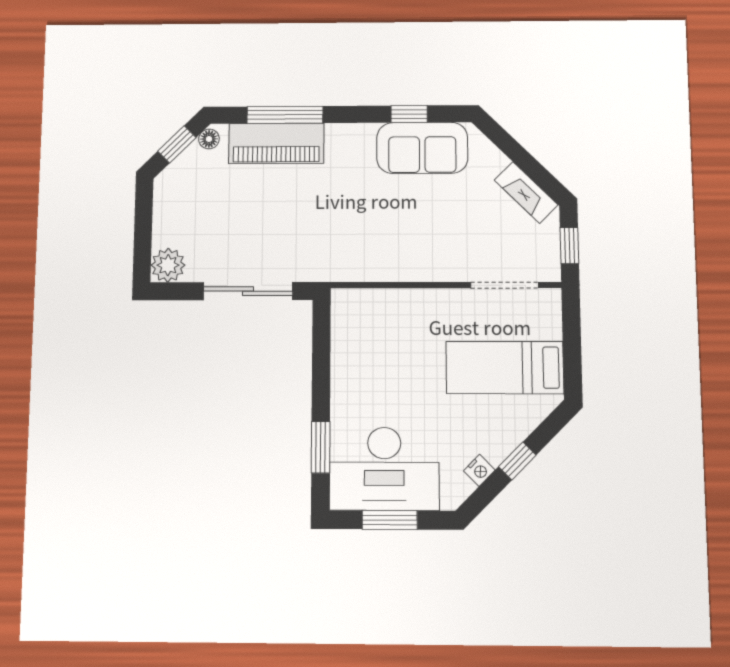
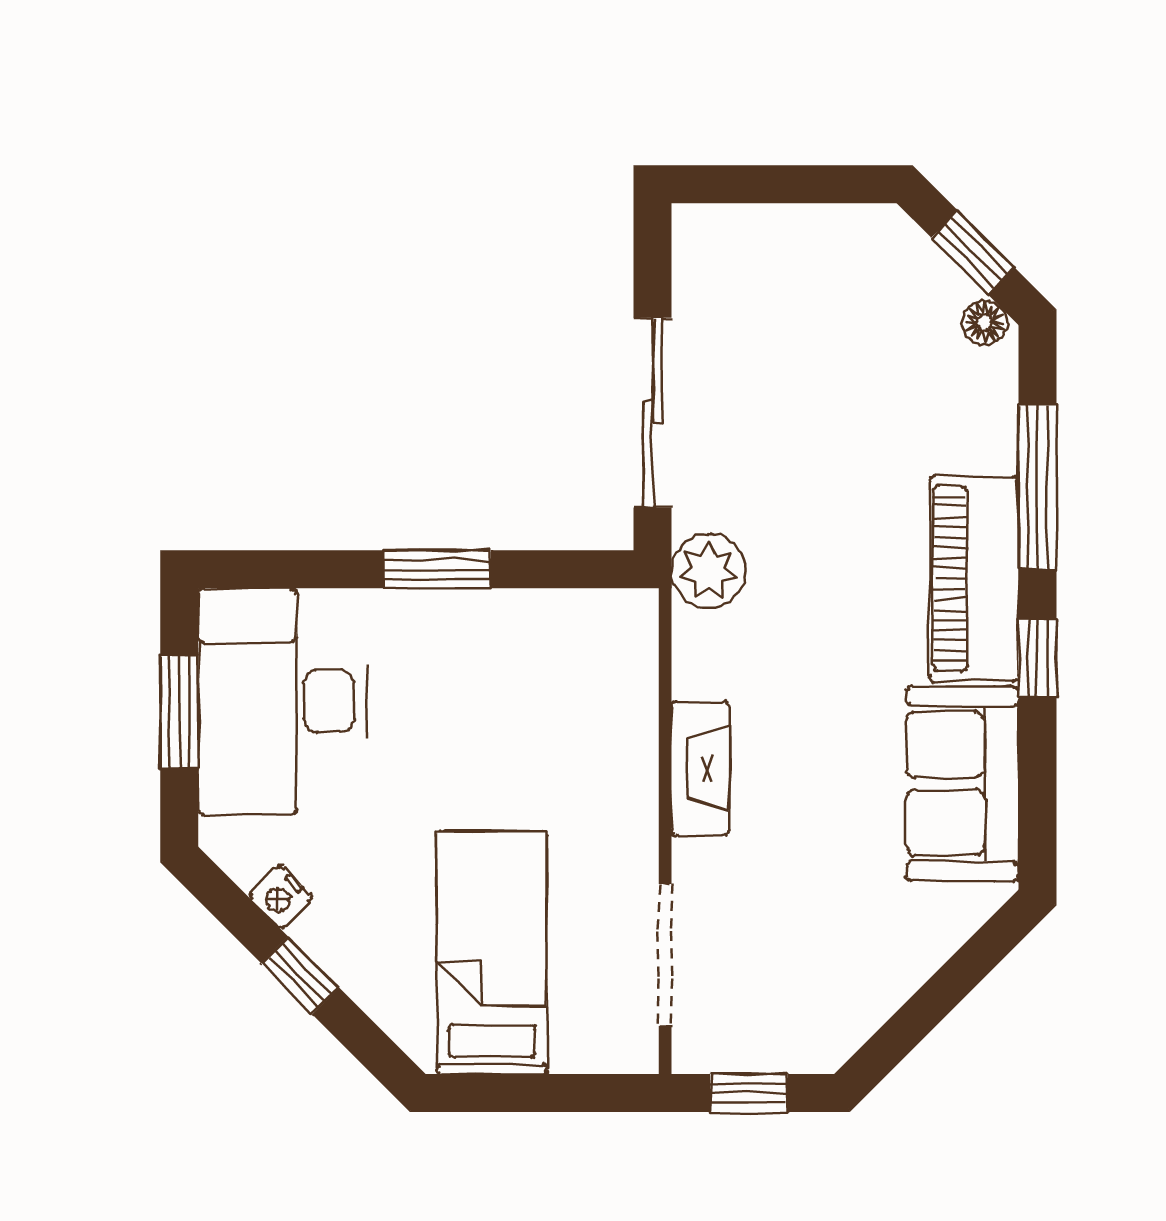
window: (409, 114) -> (1037, 658), moved
piano: (276, 143) -> (974, 579), moved
fireplace: (526, 192) -> (700, 768), moved, turned 135
plant: (168, 265) -> (708, 571), moved
window: (321, 447) -> (437, 569), moved

